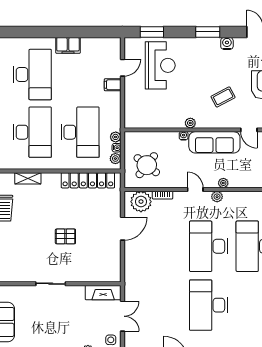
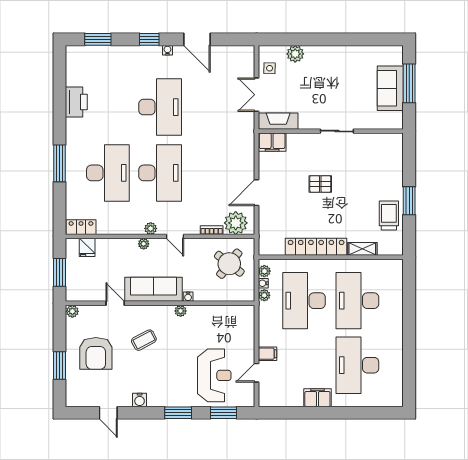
window: (208, 32) -> (178, 413), moved
reception desk: (160, 65) -> (214, 375), turned 180
locker: (88, 180) -> (316, 247), moved
filing cabinet: (108, 274) -> (272, 142), added

